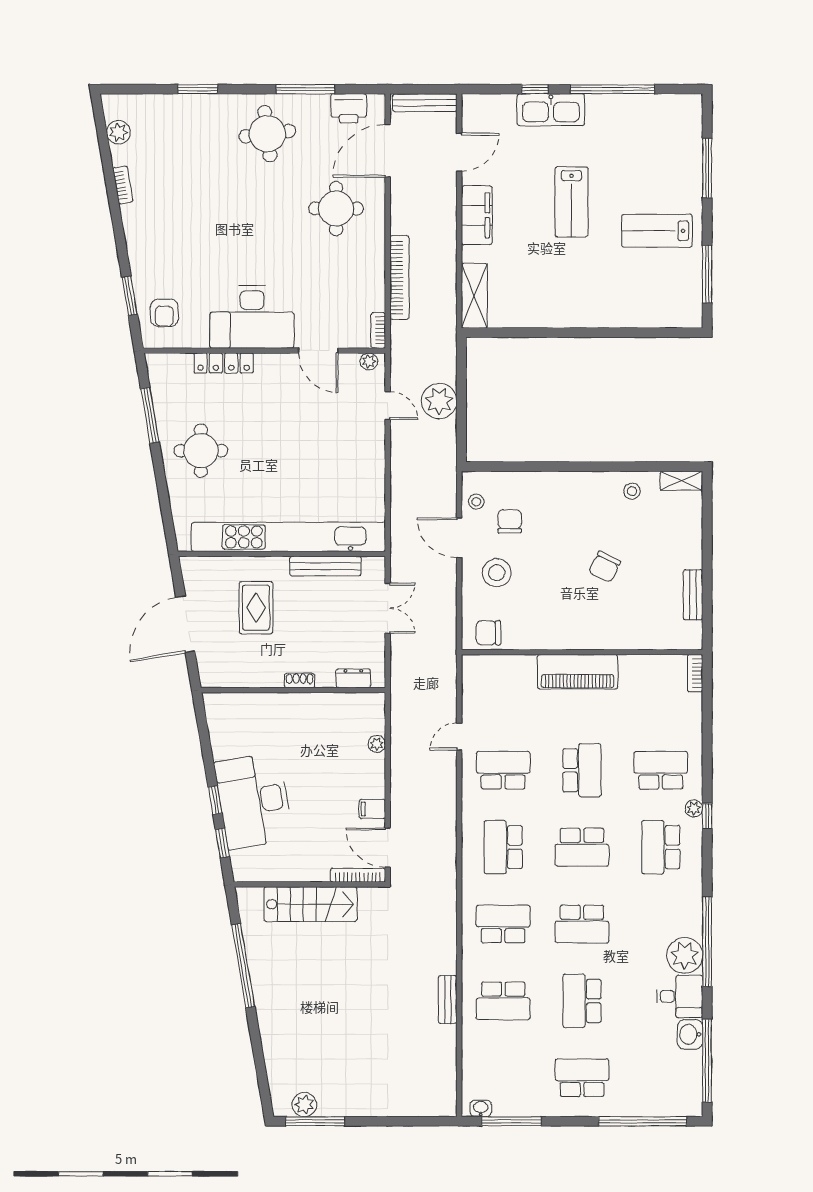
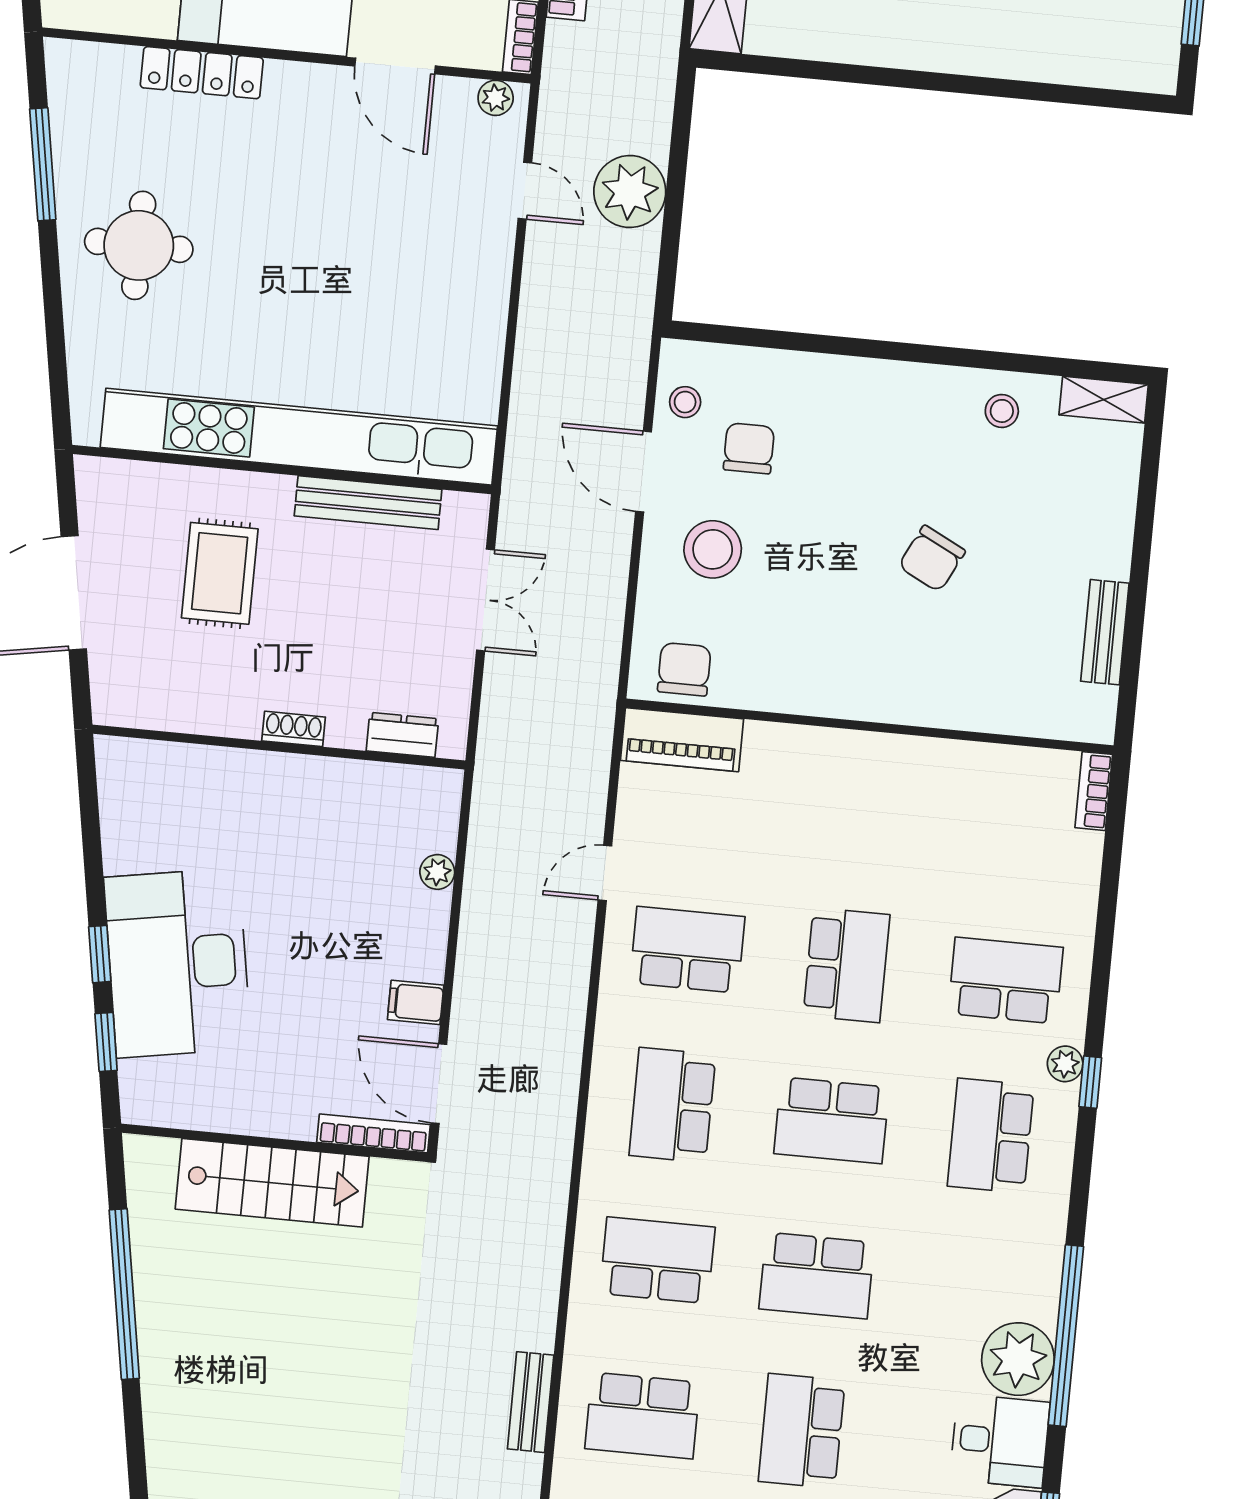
chair: (488, 633) -> (684, 669), turned 90
piano: (578, 672) -> (682, 740), moved, width x0.73, depth x0.75

